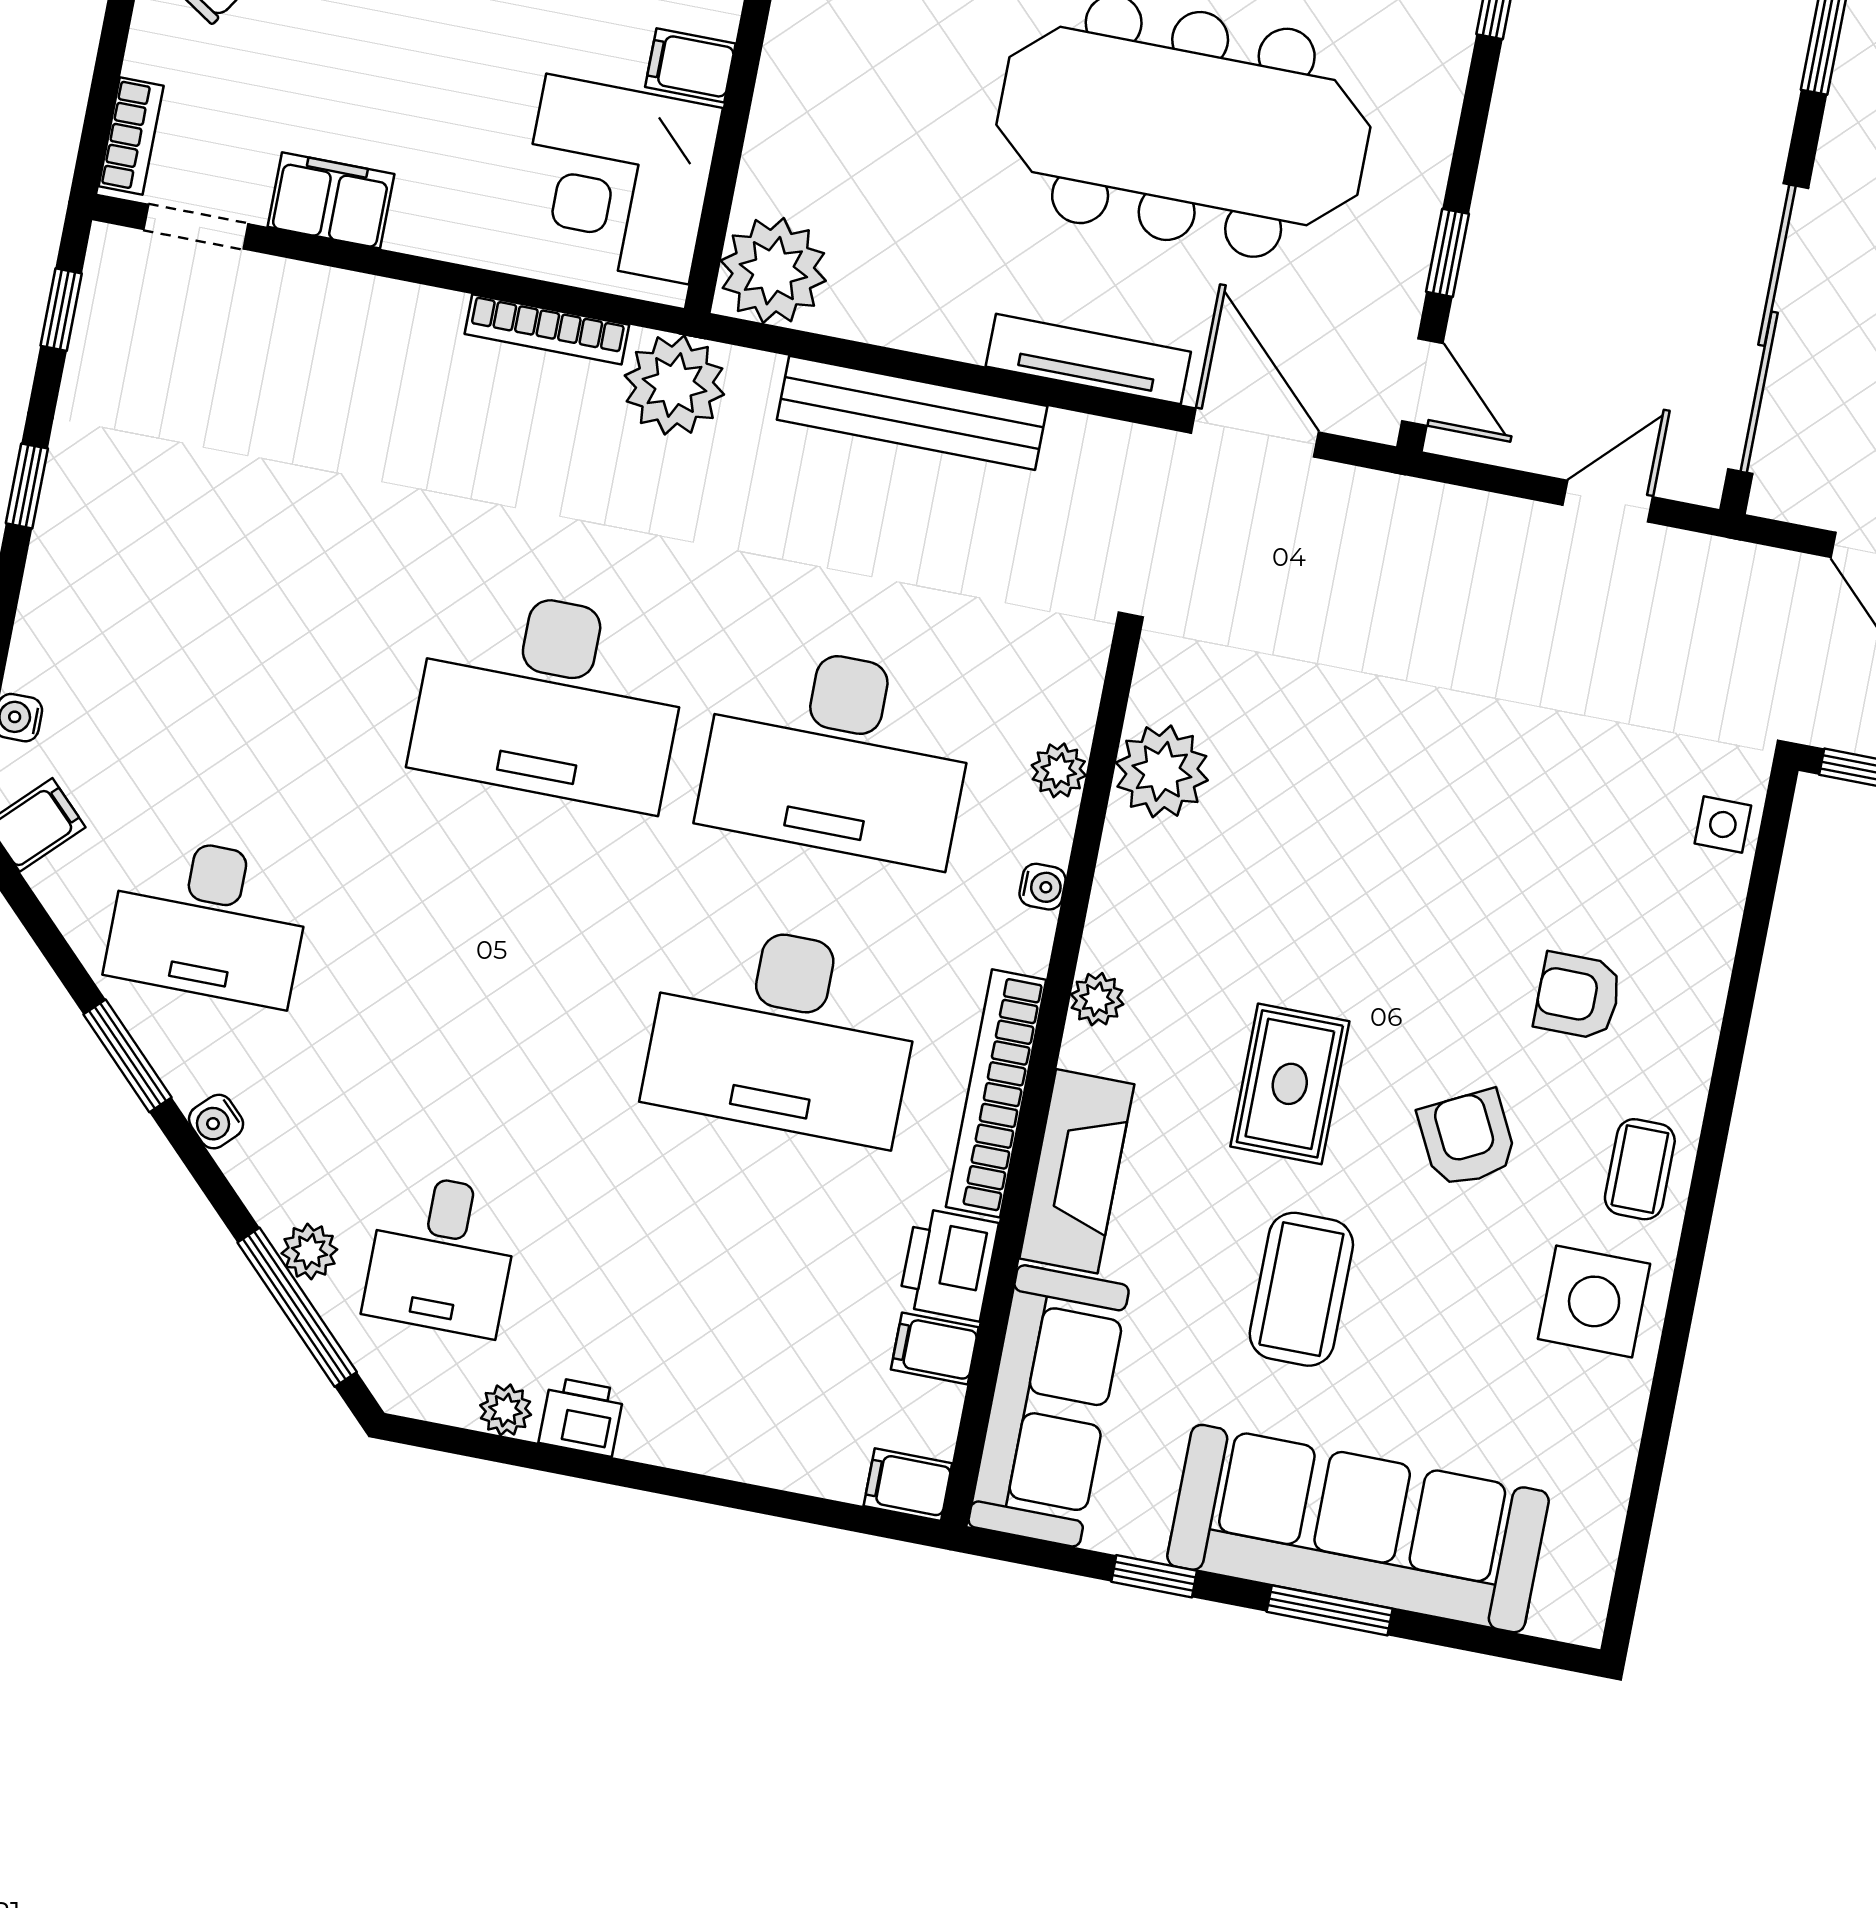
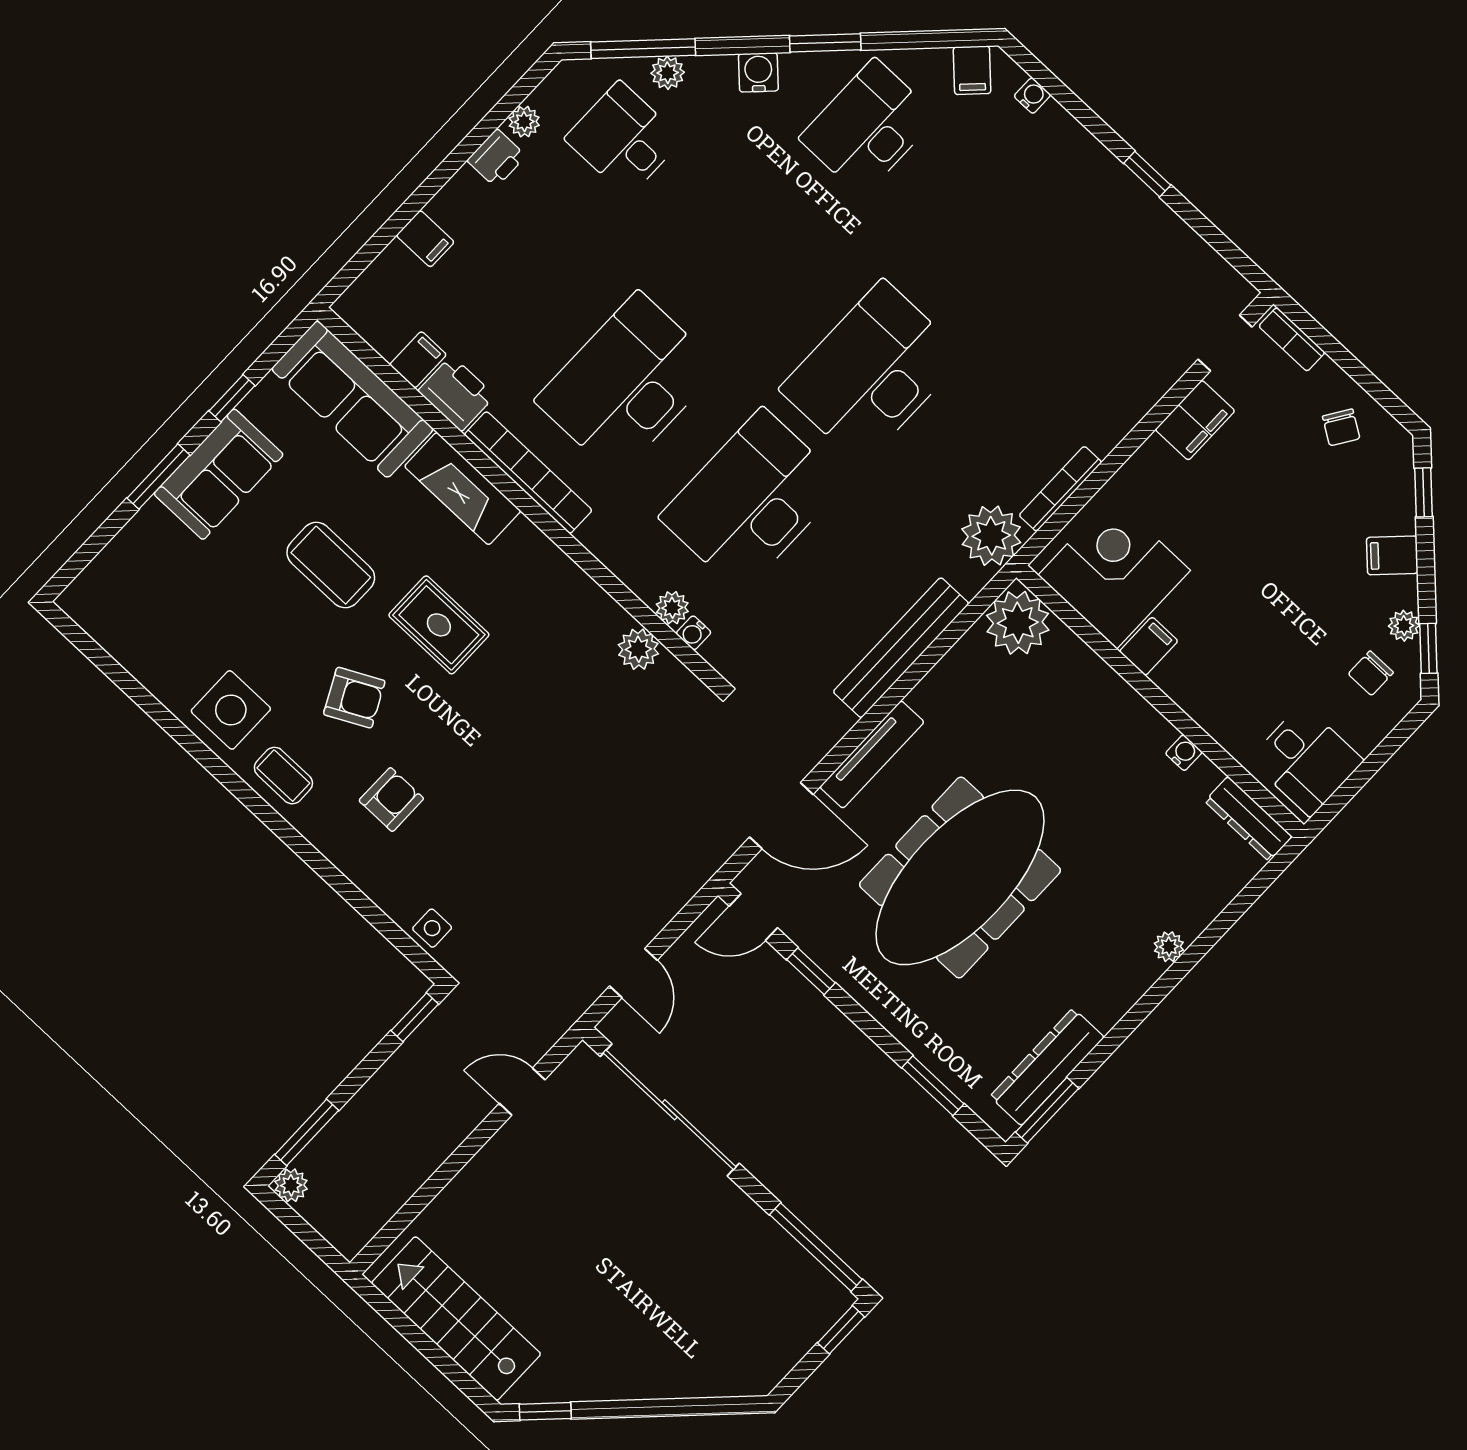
window: (61, 310) -> (1226, 248), removed
plant: (1162, 771) -> (638, 649), width x0.73, depth x0.73
water cooler: (1042, 887) -> (694, 633), moved
plant: (1097, 999) -> (544, 554), removed
water cooler: (216, 1122) -> (758, 72), width x1.38, depth x1.38
filing cabinet: (908, 1485) -> (425, 239), moved, turned 90
sofa: (1358, 1529) -> (219, 474), width x0.54, depth x0.79

